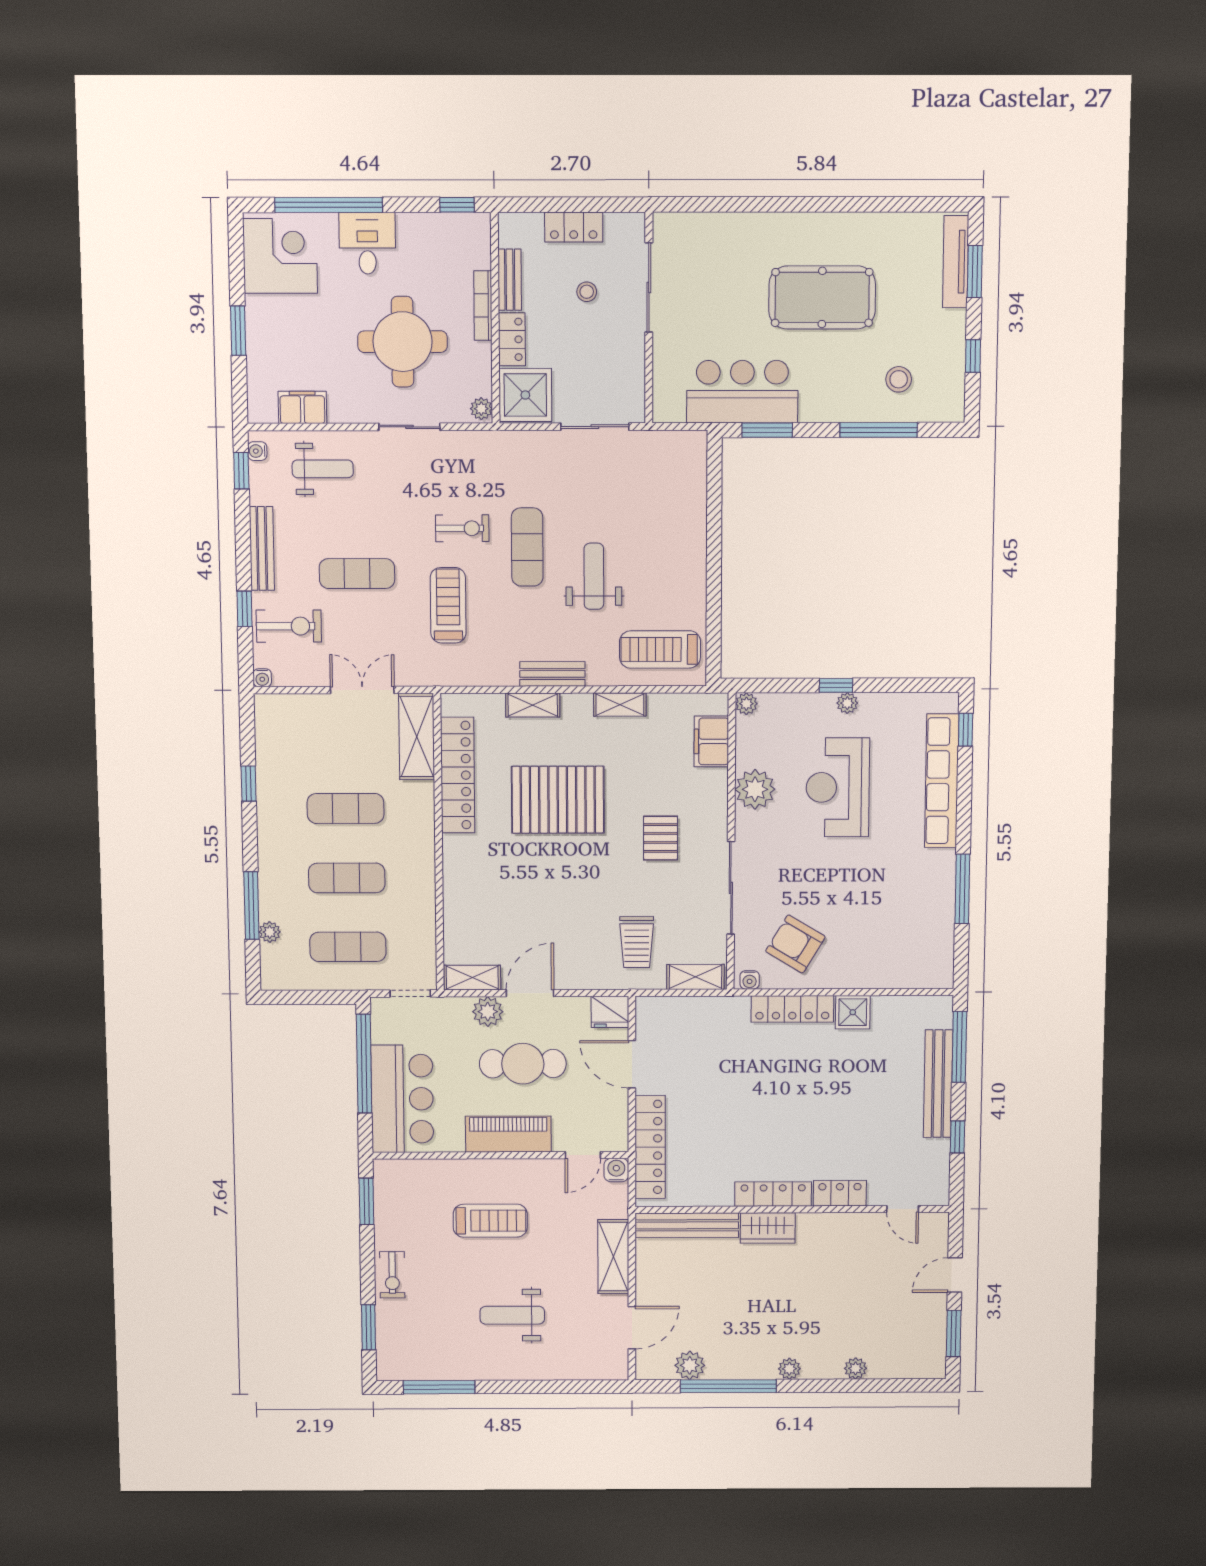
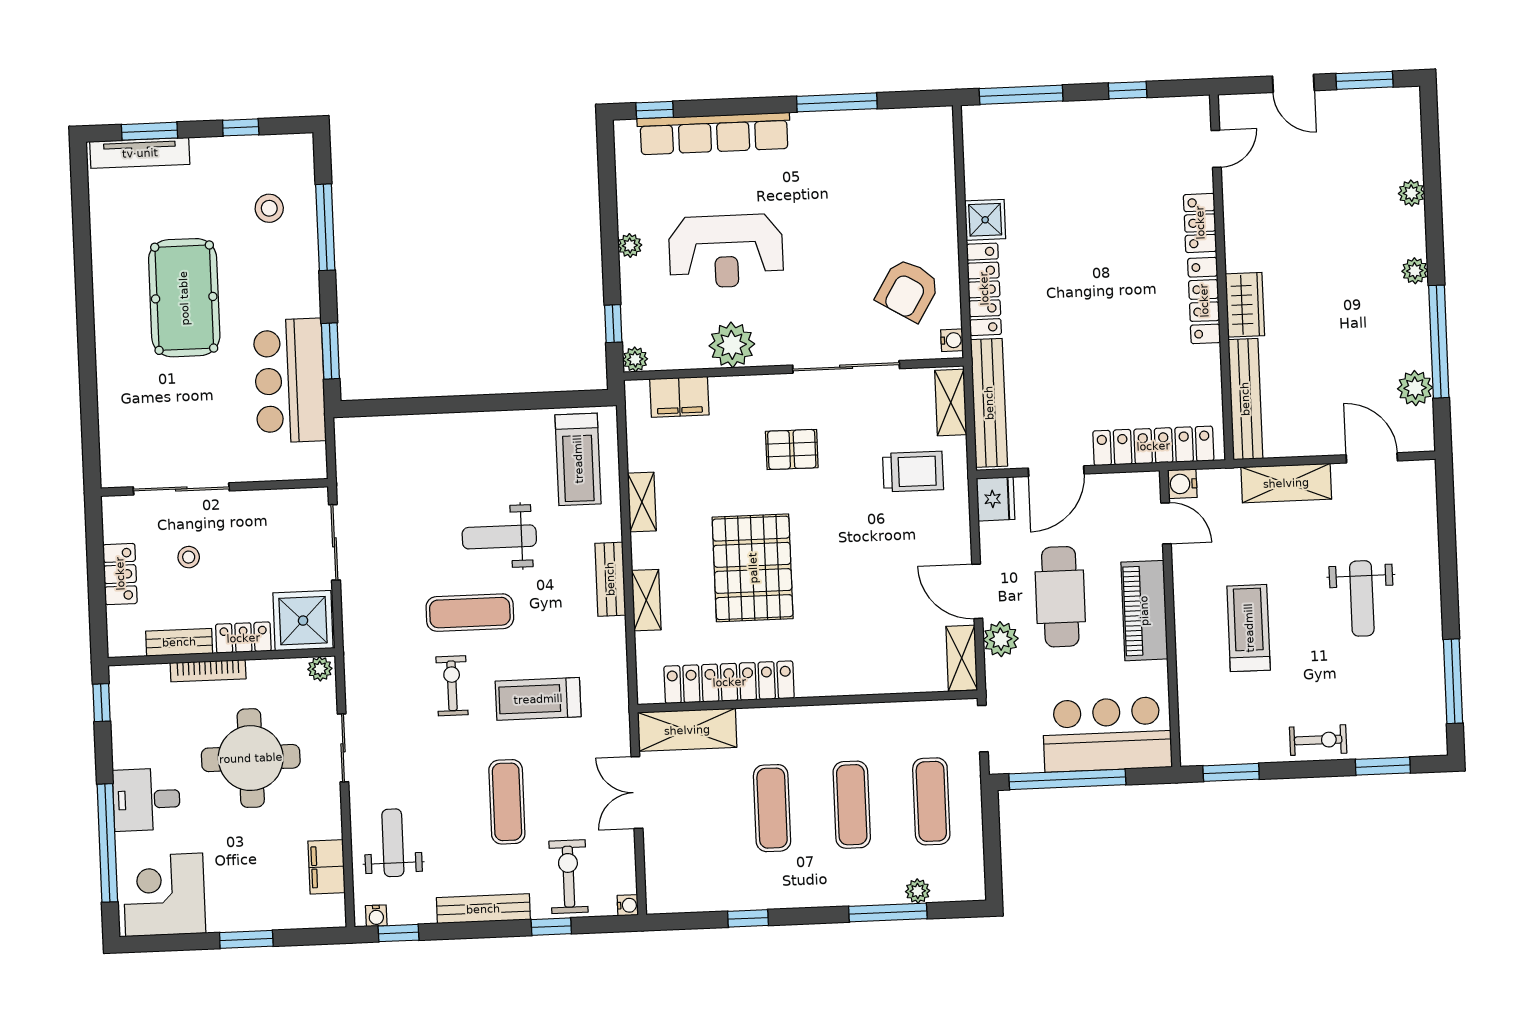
window: (836, 685) -> (613, 324), moved
bench: (938, 1084) -> (989, 403), moved, turned 90

